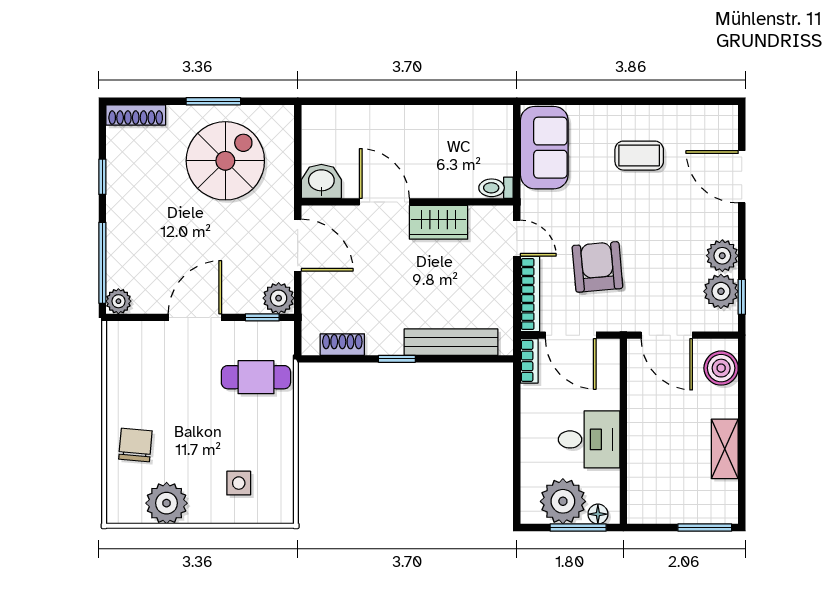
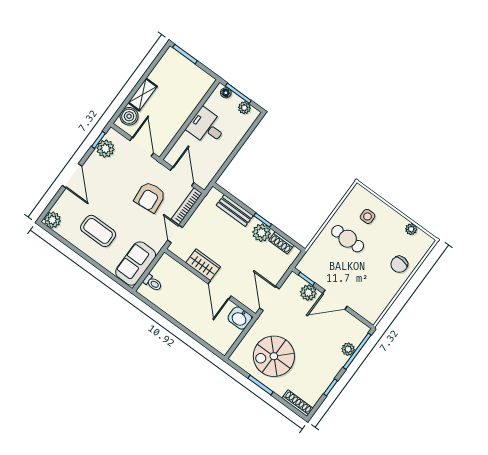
coffee table: (639, 156) -> (98, 231), width x1.36, depth x1.30
door: (742, 177) -> (72, 176), moved
toilet: (496, 188) -> (153, 283), moved
plant: (722, 256) -> (52, 220), moved
plant: (279, 298) -> (308, 293), moved
plant: (118, 301) -> (348, 349), moved
plant: (384, 338) -> (262, 233), added
bench: (451, 342) -> (235, 210), width x0.73
bookcase: (529, 361) -> (208, 178), removed
cafe table: (256, 377) -> (348, 239), moved
shelving: (725, 449) -> (143, 94), moved
plant: (563, 501) -> (244, 108), width x0.53, depth x0.53
plant: (167, 503) -> (411, 229), width x0.53, depth x0.53

